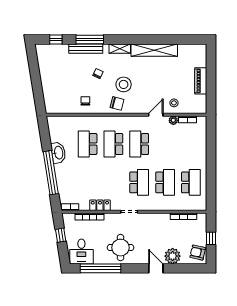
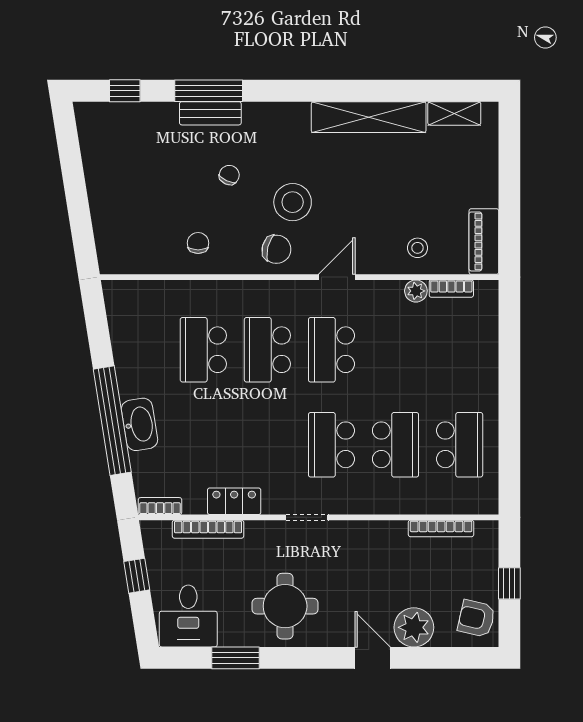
bench: (86, 49) -> (210, 113), width x0.73
shelving: (120, 49) -> (454, 113), moved
piano: (201, 81) -> (484, 241), moved
door: (156, 115) -> (337, 277), moved
washbasin: (58, 153) -> (139, 424), moved
school desk: (139, 182) -> (331, 445), turned 180
window: (100, 268) -> (235, 658), width x0.47

